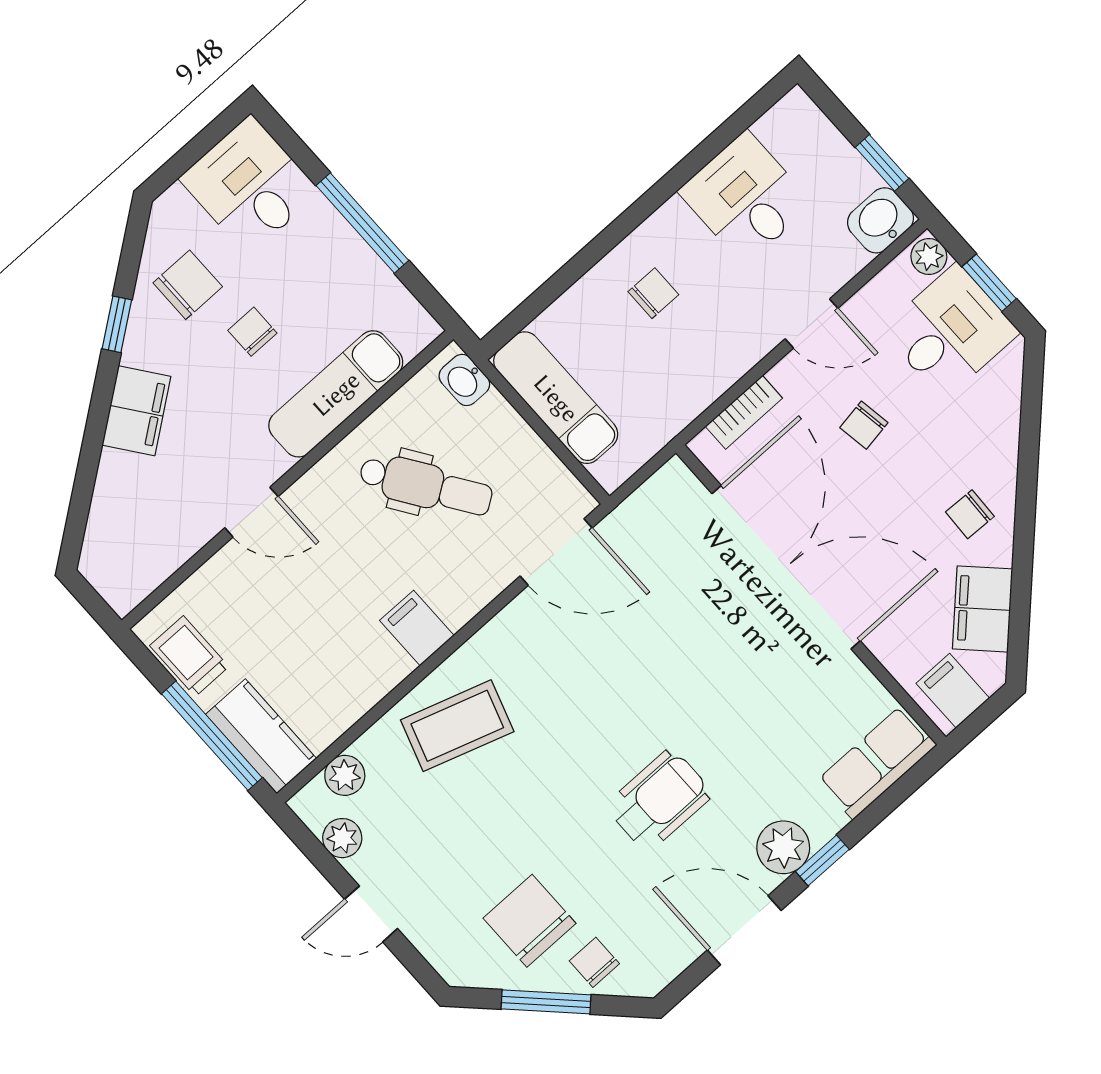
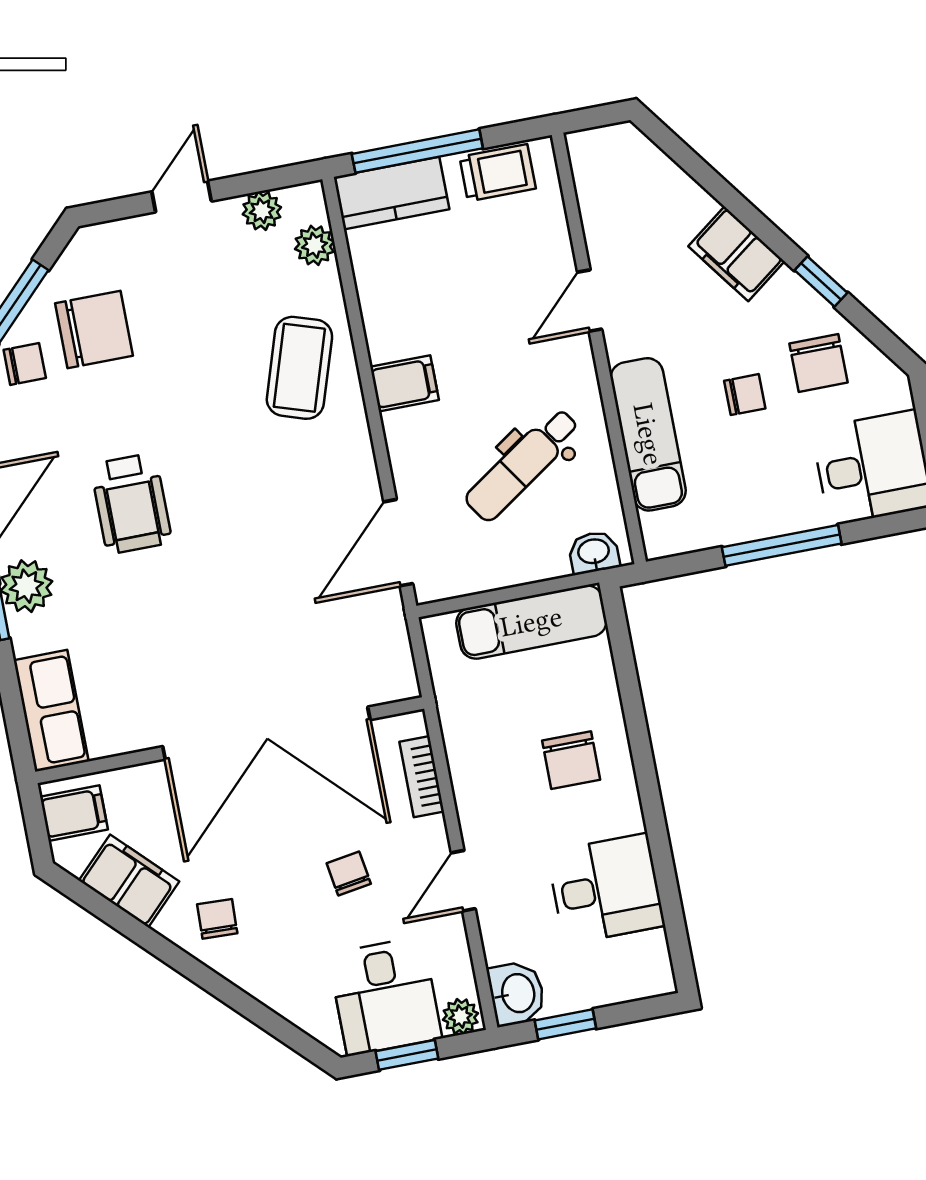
chair: (653, 293) -> (571, 760), width x1.37, depth x1.37

